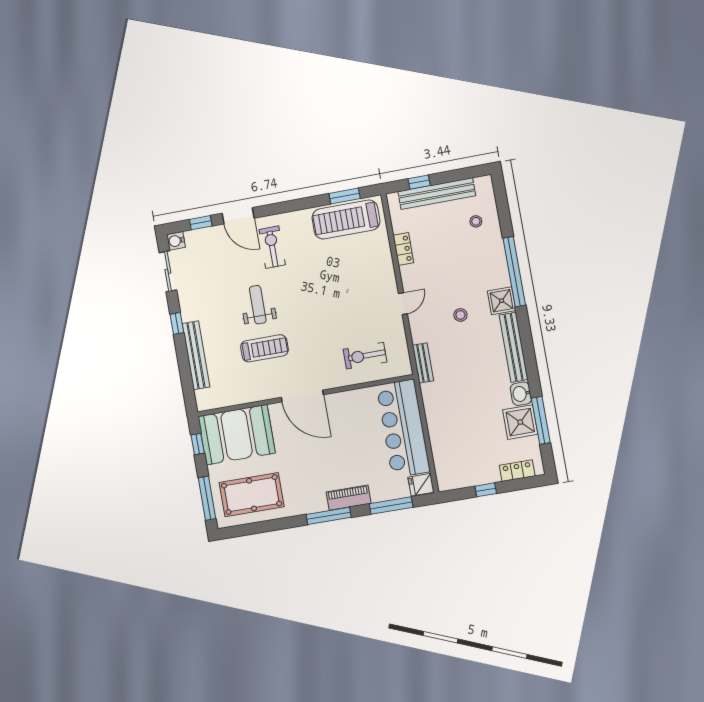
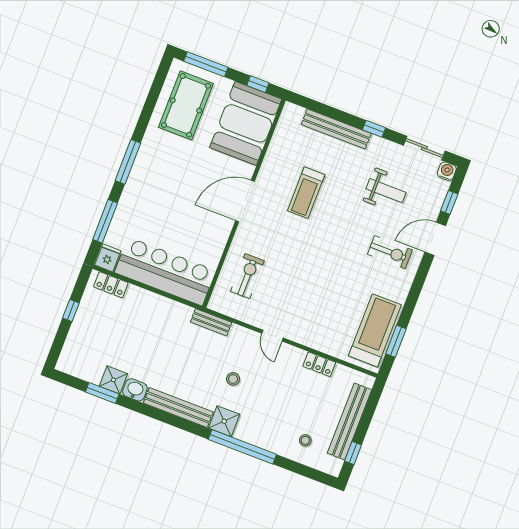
window: (419, 182) -> (353, 453), moved
weight bench: (258, 305) -> (386, 191), moved
window: (541, 420) -> (102, 393), width x0.69
shower: (520, 422) -> (113, 380), width x0.73, depth x0.73
locker: (517, 471) -> (111, 285), moved, turned 90
piano: (349, 498) -> (133, 189), removed

